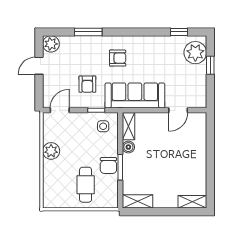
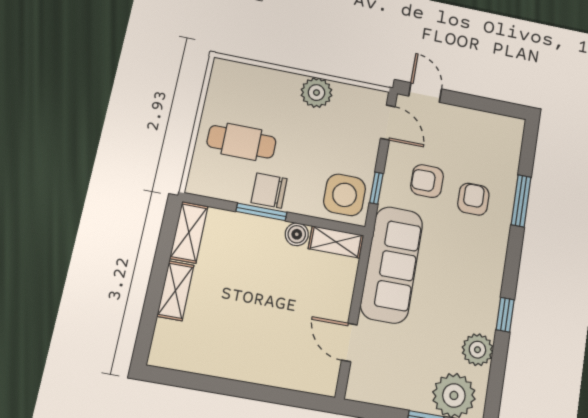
window: (179, 32) -> (505, 315), moved
plant: (51, 44) -> (477, 350), moved
armchair: (118, 58) -> (473, 199), moved, turned 180
door: (39, 66) -> (425, 93), moved
side table: (103, 126) -> (345, 195), width x1.87, depth x1.87
shelving: (192, 202) -> (175, 291), moved

